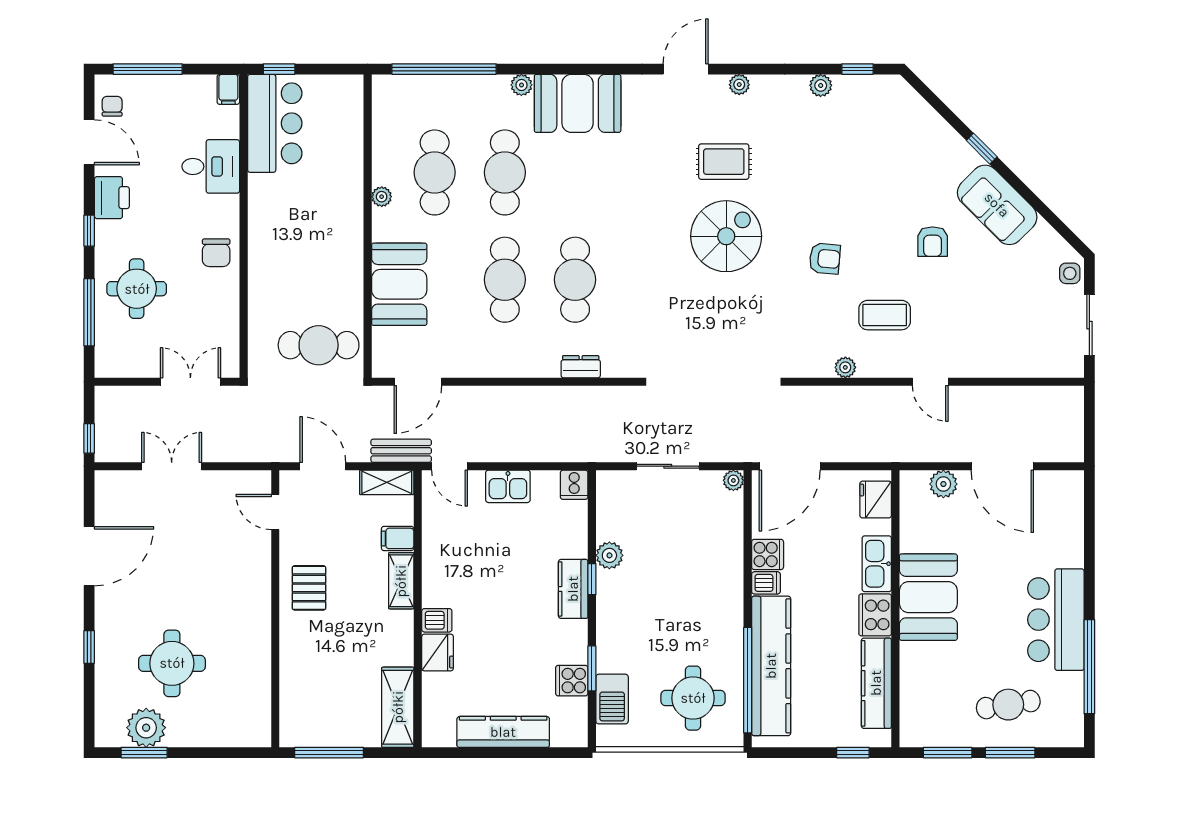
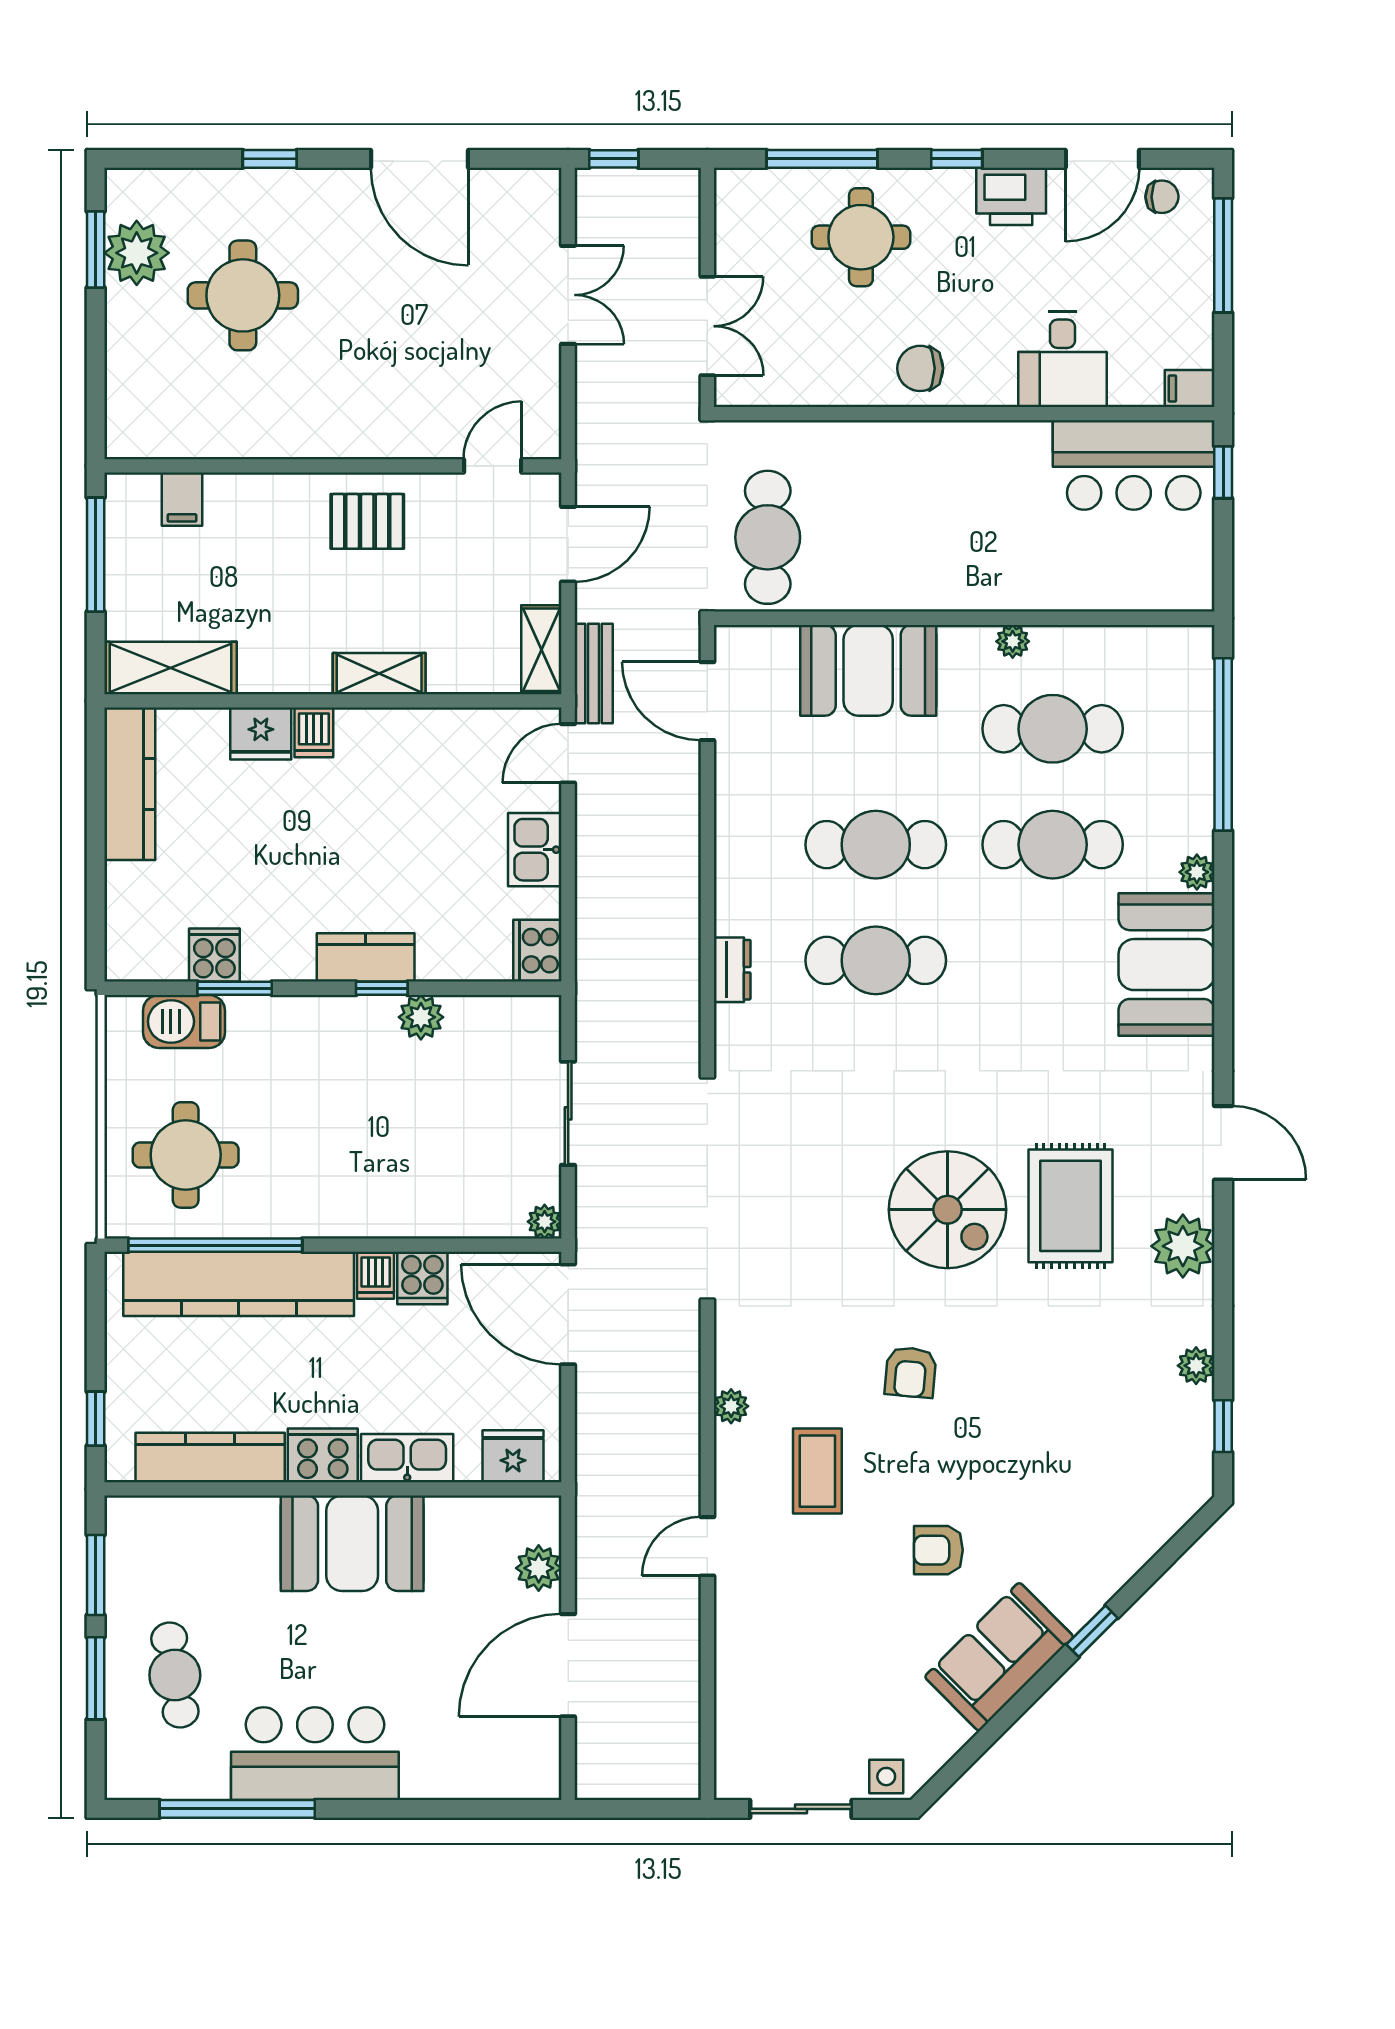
plant: (739, 85) -> (1183, 1246), width x1.87, depth x1.87
rug: (724, 162) -> (1071, 1206), width x1.36, depth x1.43
cooker: (574, 485) -> (537, 951), width x1.36
filing cabinet: (398, 538) -> (182, 499), moved, turned 180
kitchen counter: (503, 732) -> (130, 784), moved

